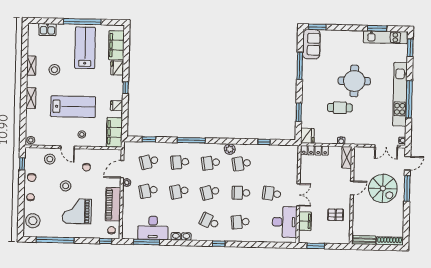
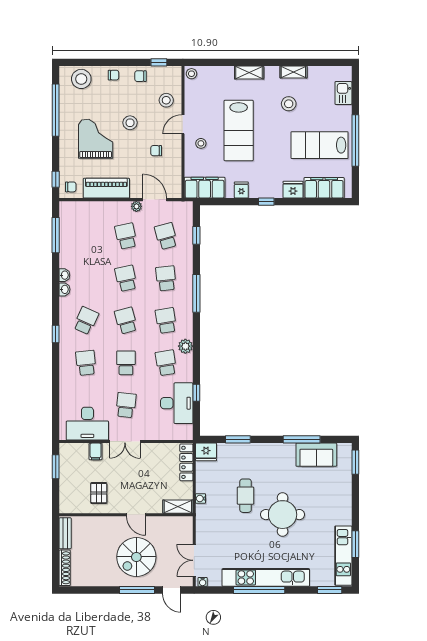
sofa: (311, 44) -> (316, 455), moved
lab bench: (85, 48) -> (320, 145), turned 180
filing cabinet: (305, 221) -> (96, 451), width x0.50
desk: (153, 228) -> (177, 403), moved, turned 180

